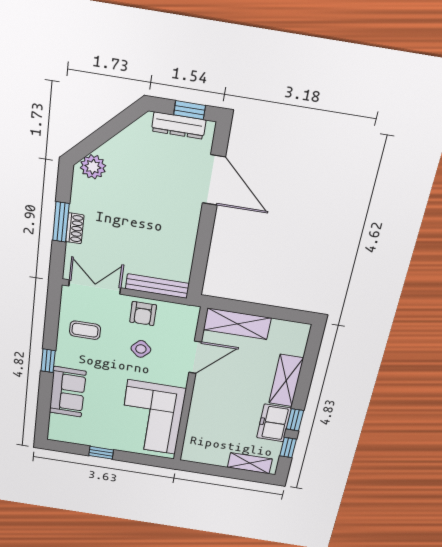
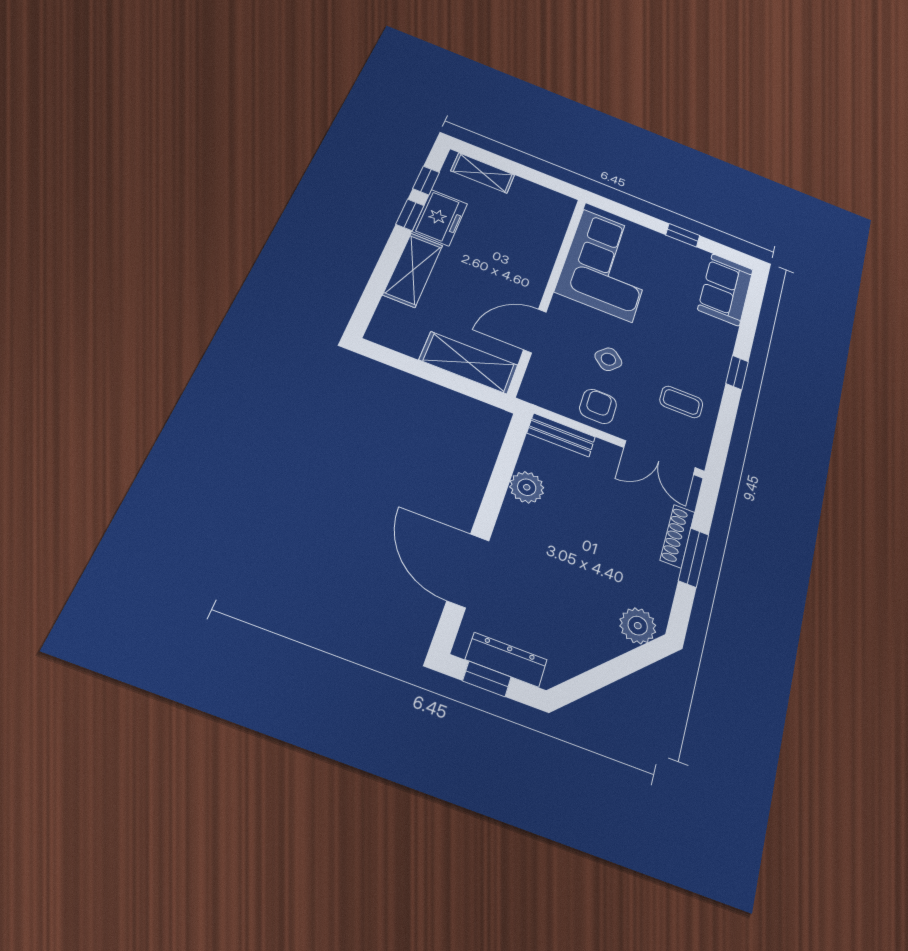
shoe rack: (75, 228) -> (677, 536), width x1.43
plant: (183, 246) -> (527, 487), added
bench: (157, 286) -> (561, 435), width x0.73
sofa: (68, 392) -> (726, 290), moved

